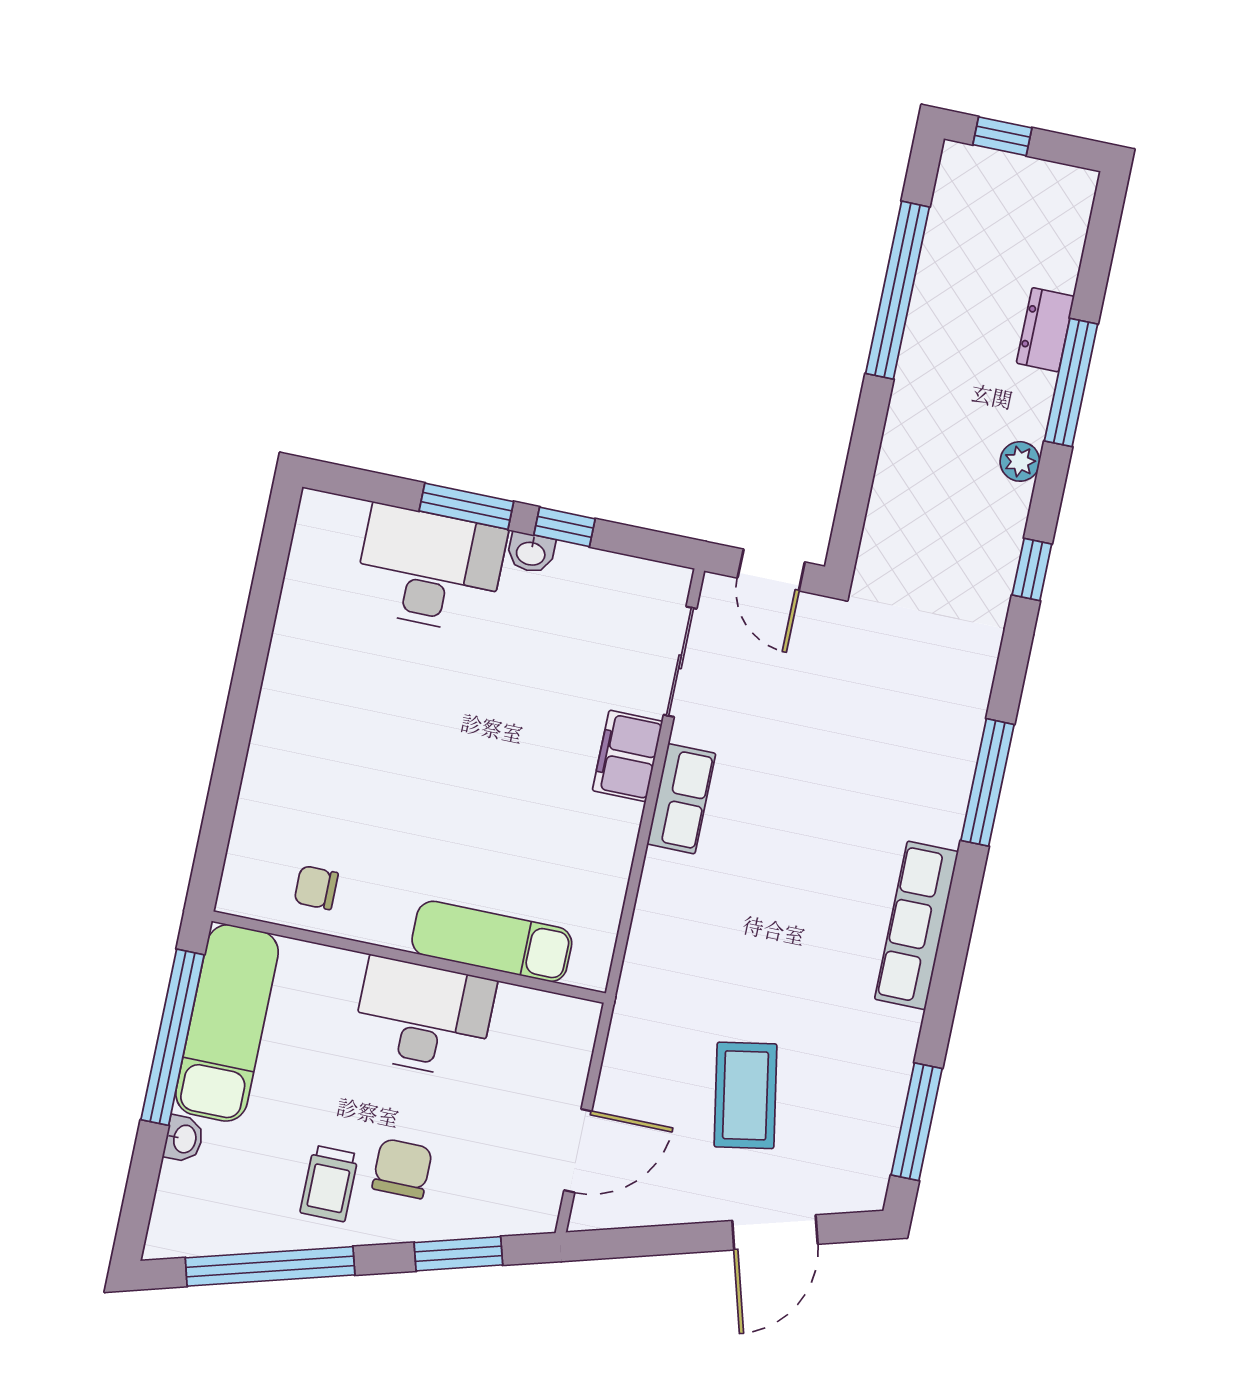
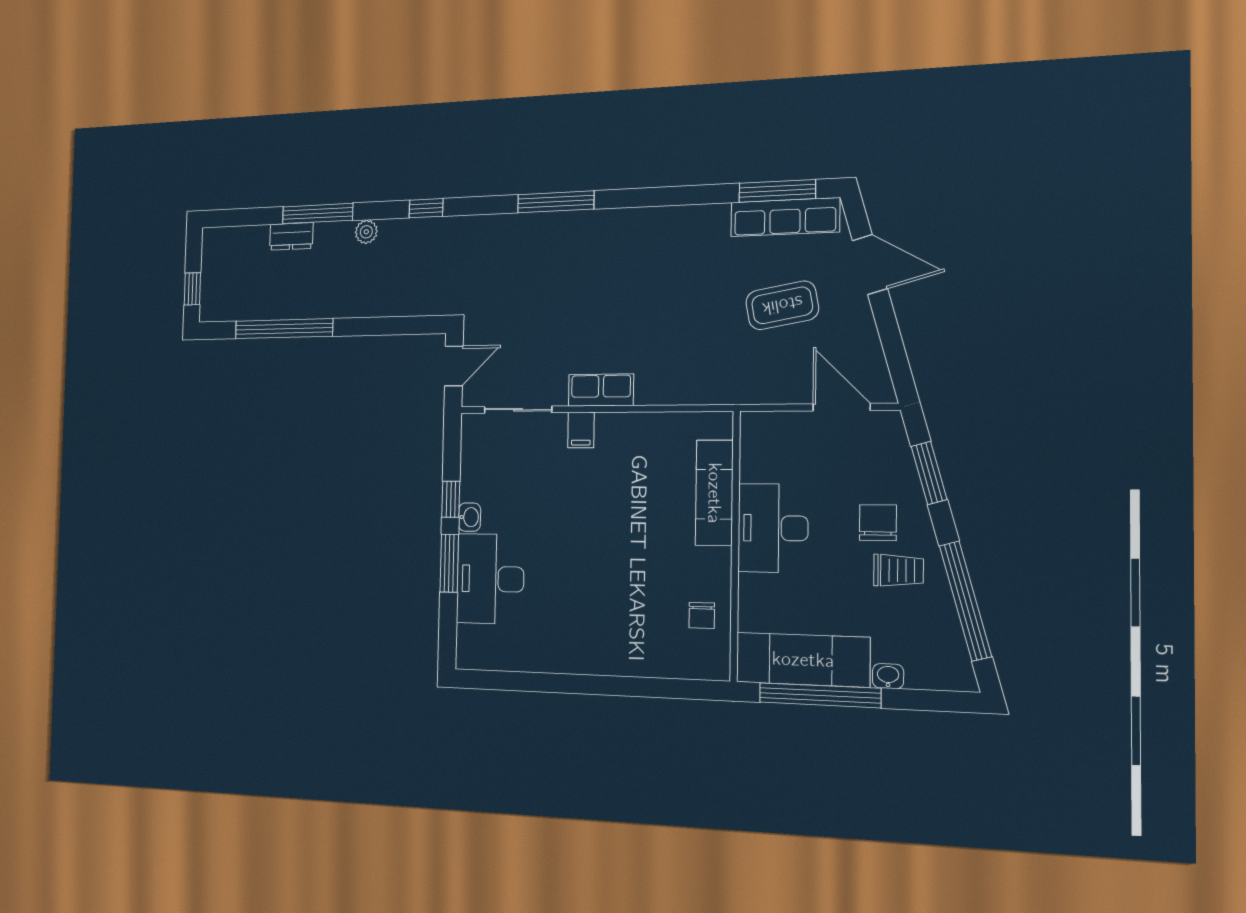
filing cabinet: (628, 756) -> (581, 430), width x0.50
row of seats: (916, 925) -> (785, 217), moved
chair: (402, 1169) -> (878, 523), turned 90

